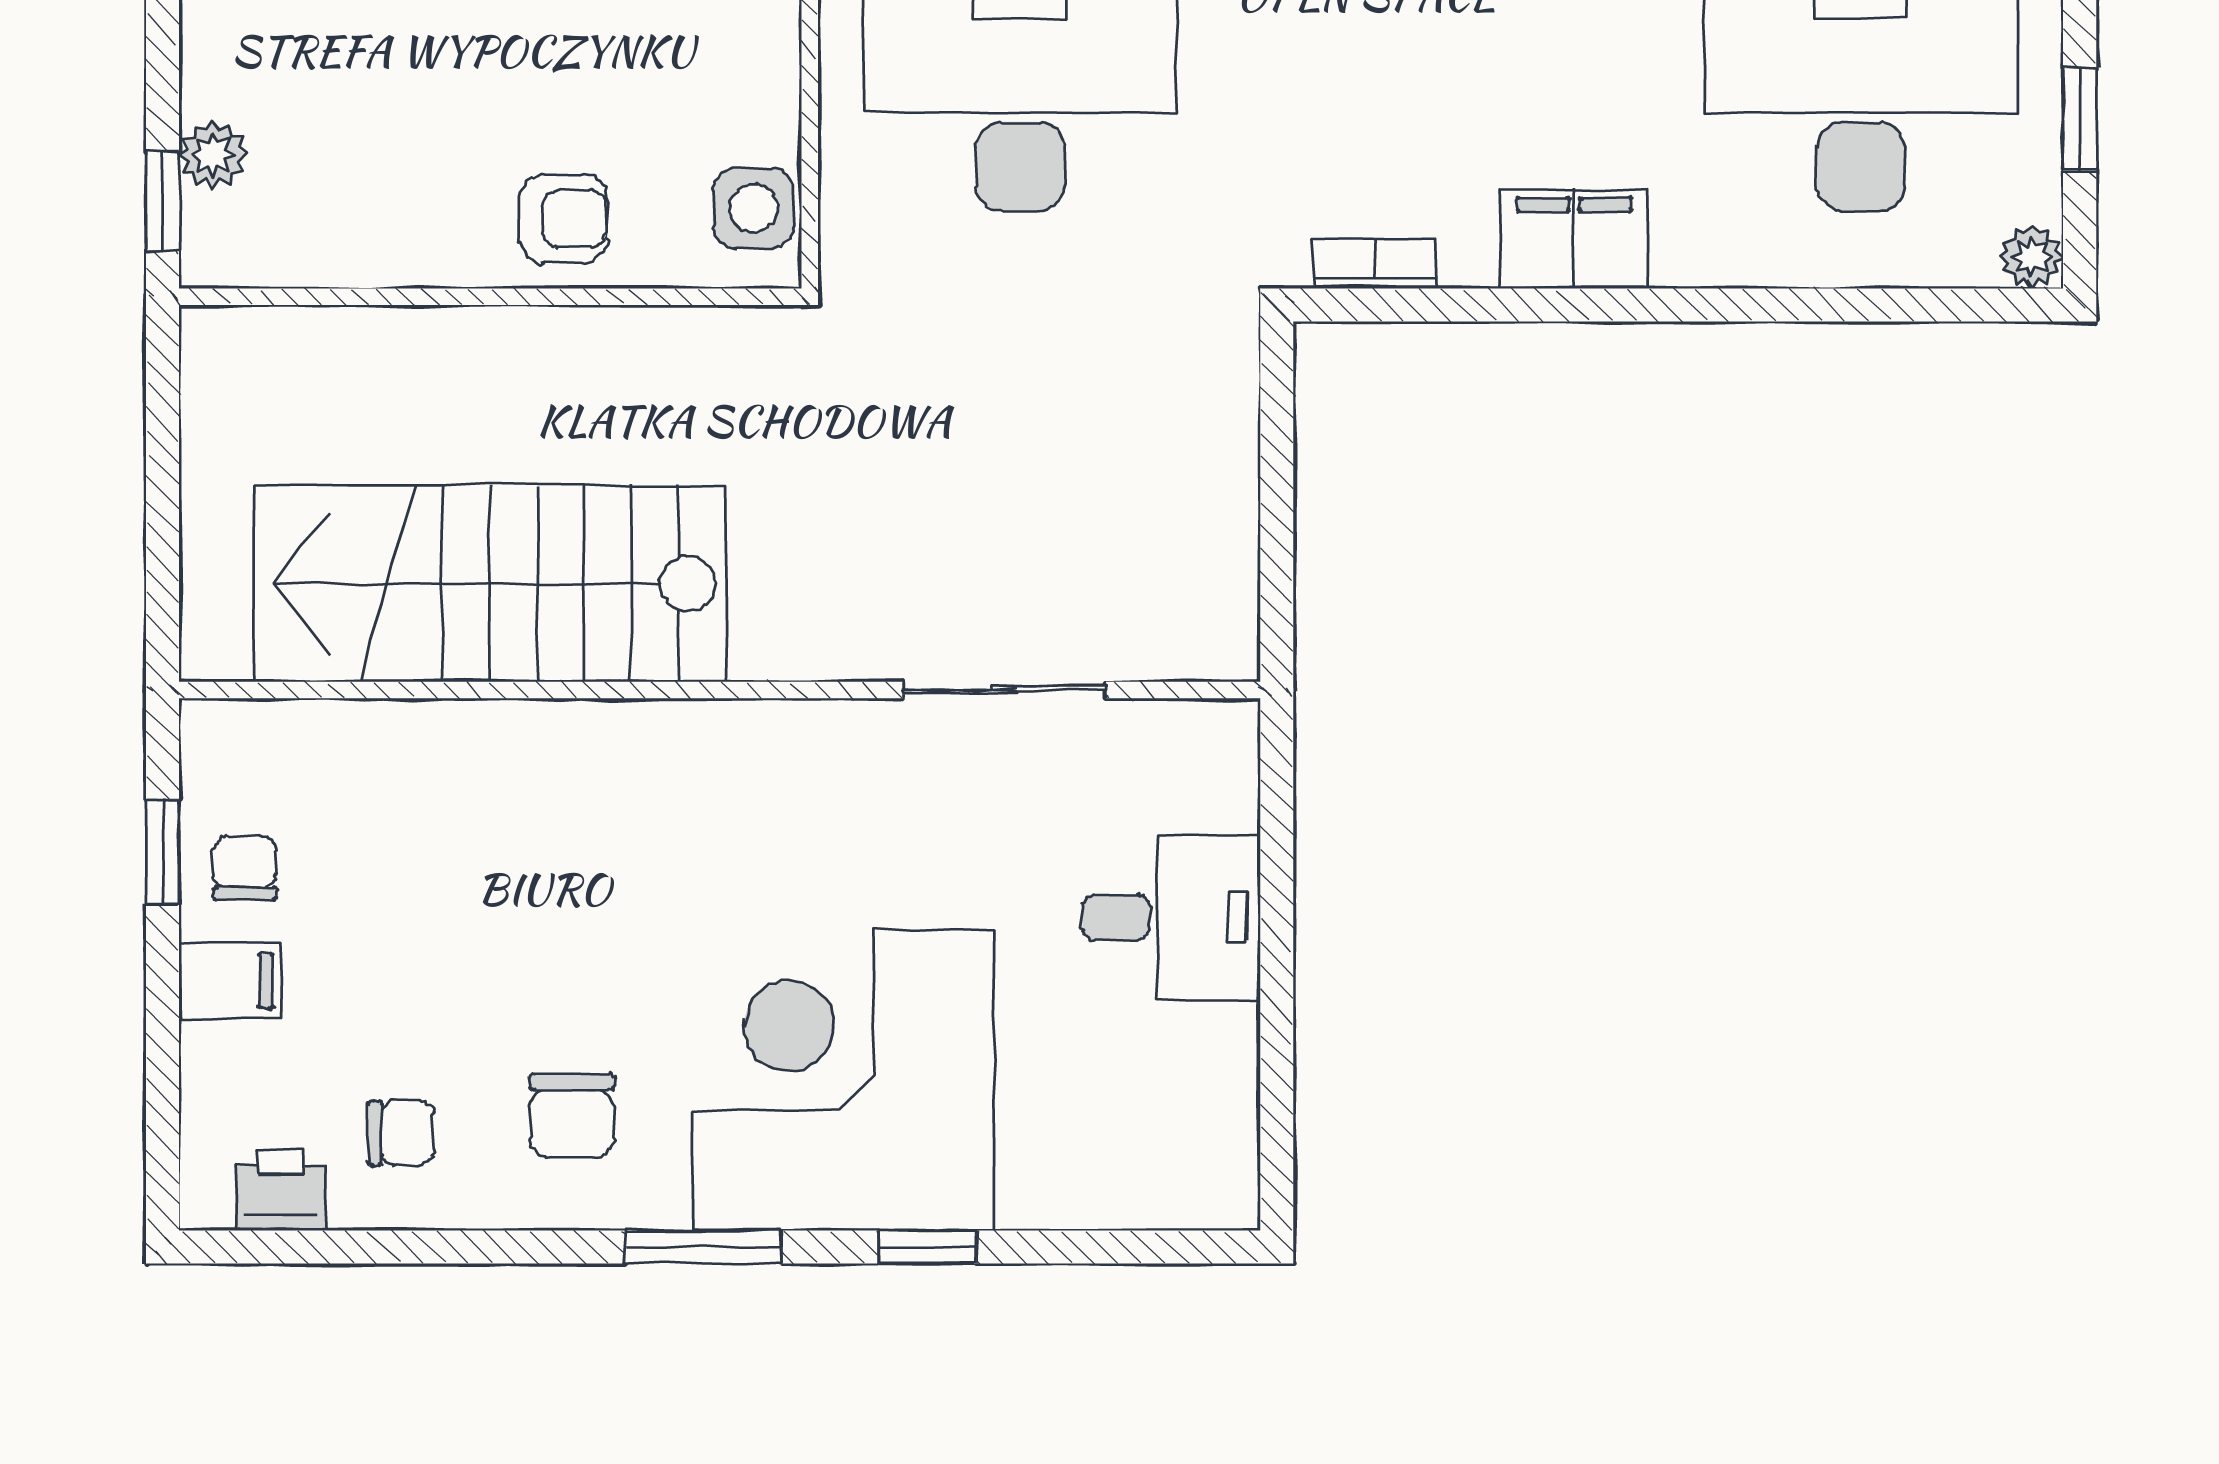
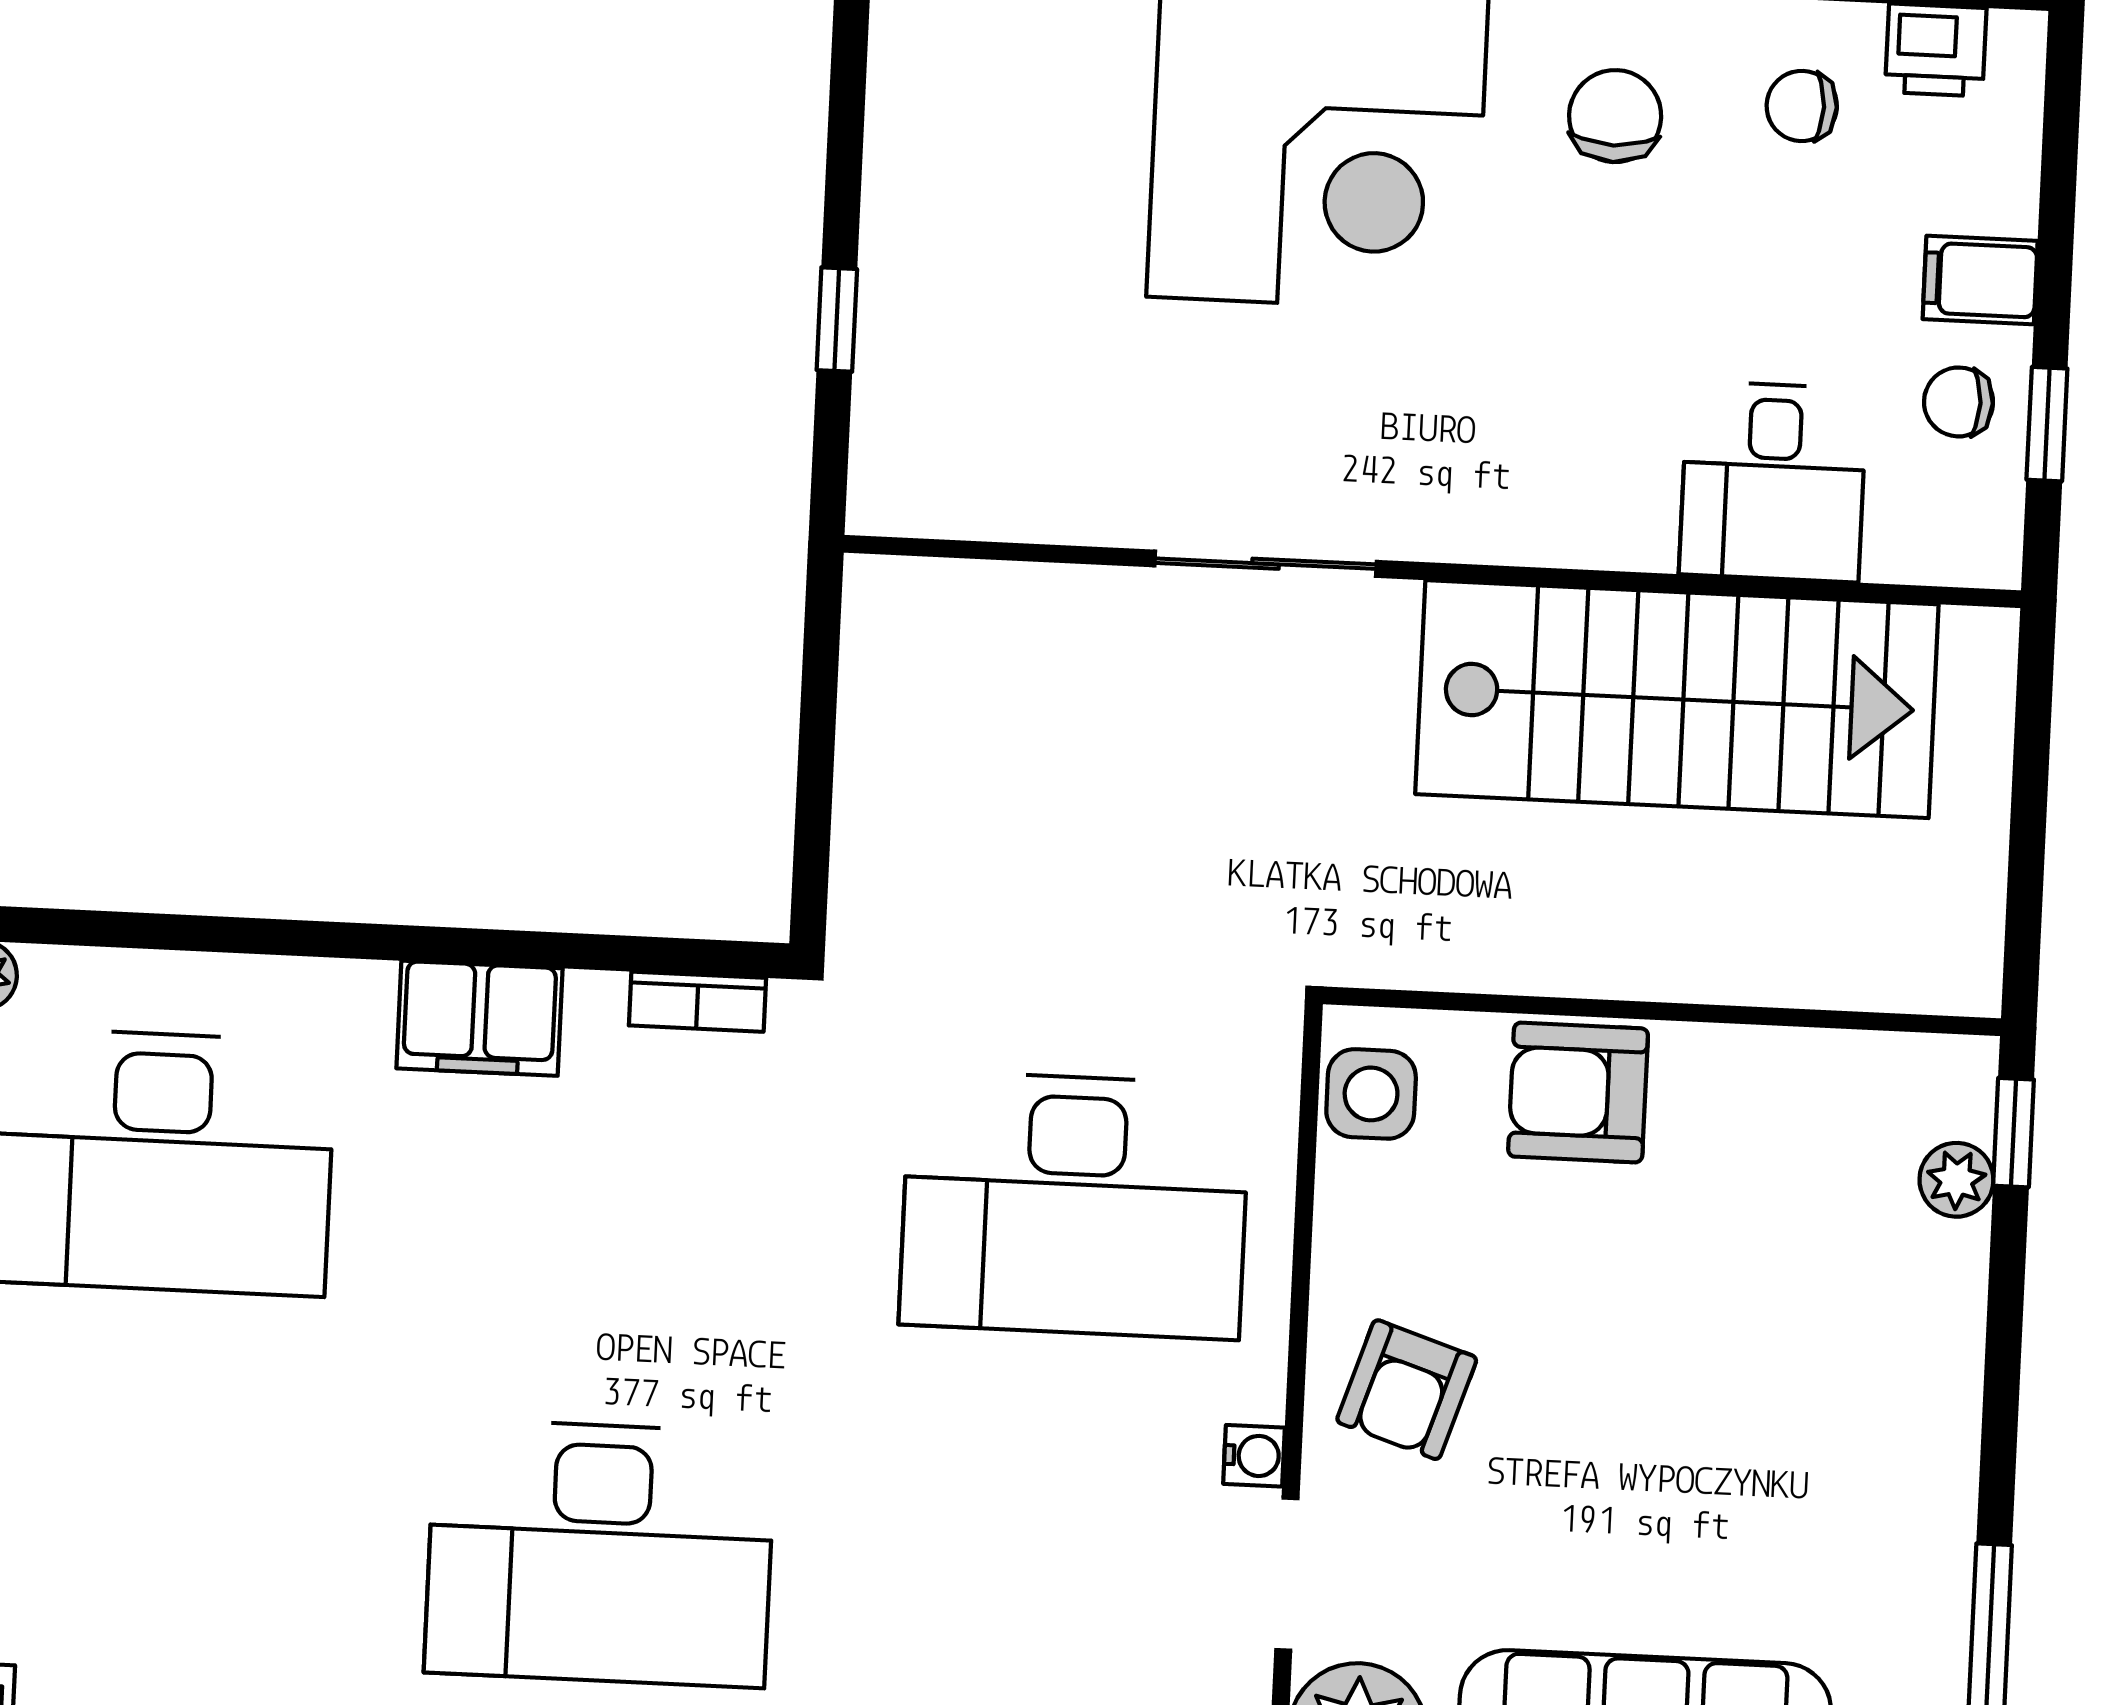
armchair: (564, 219) -> (1578, 1093), width x1.38, depth x1.38
sliding door: (1004, 690) -> (1266, 564), moved
chair: (245, 868) -> (1959, 402), turned 90
window: (1277, 895) -> (837, 320), added
desk: (1171, 917) -> (1773, 482), moved, turned -90

